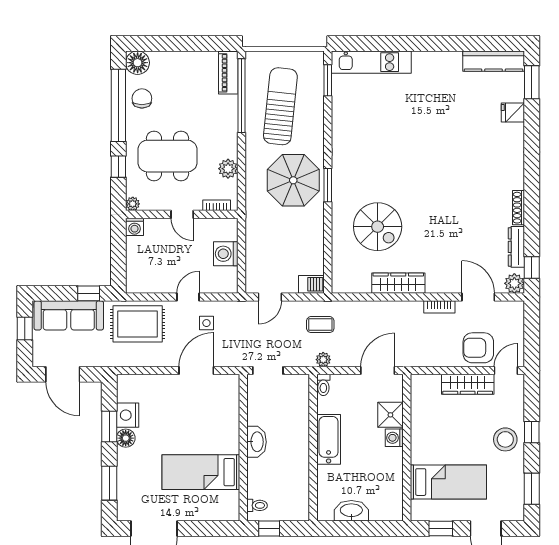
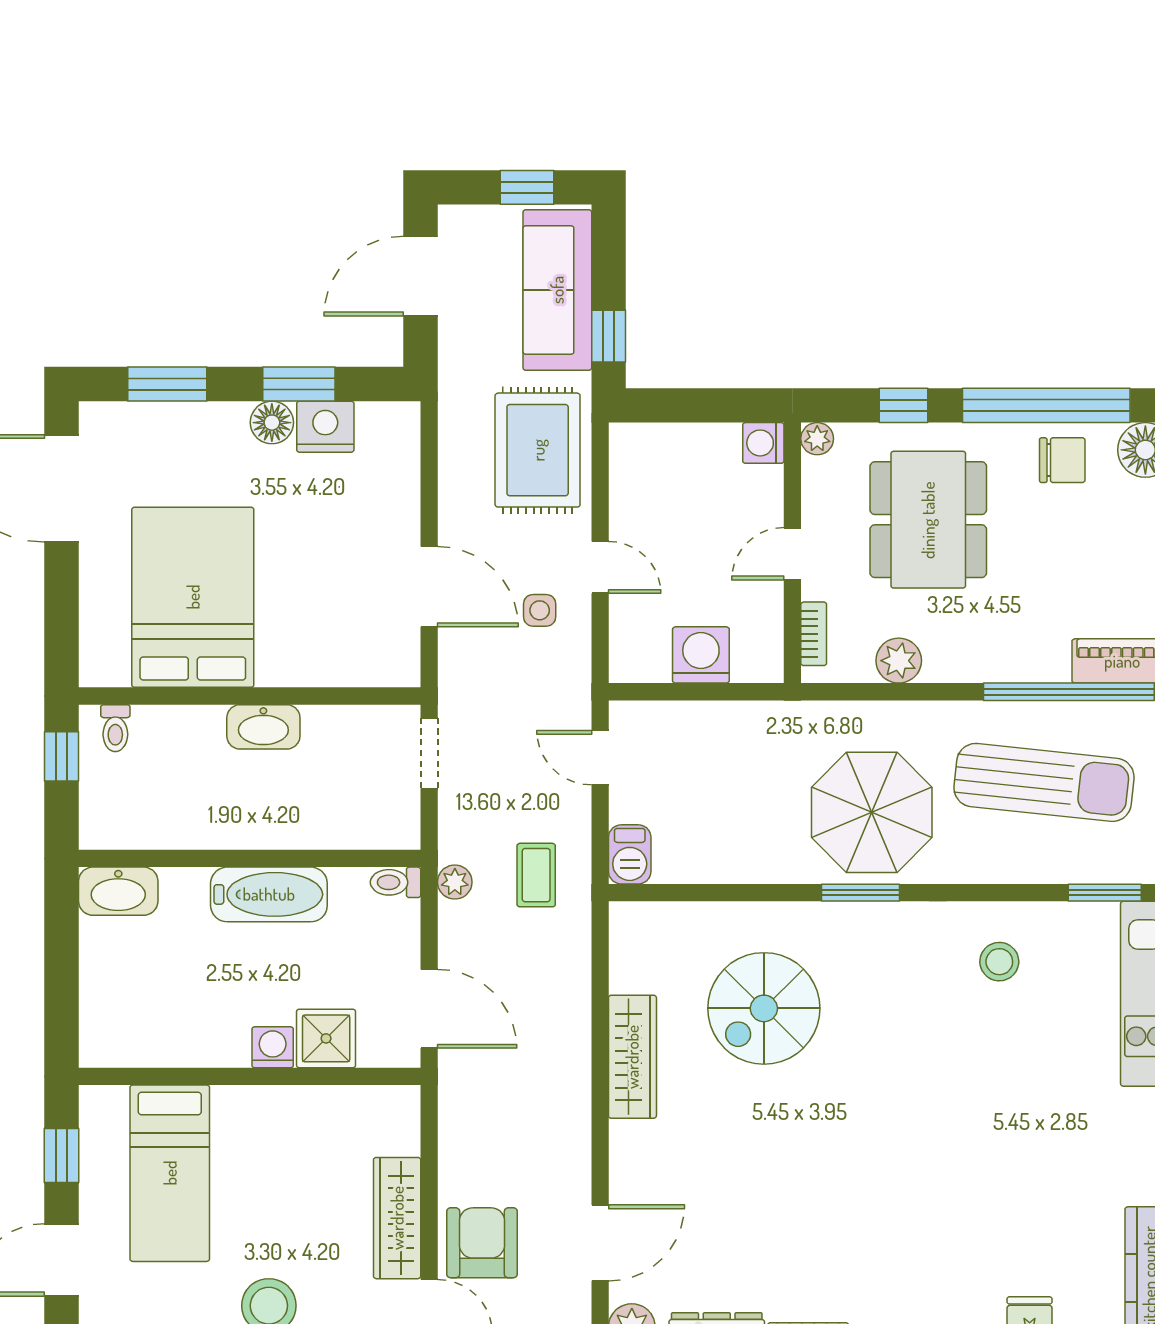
stool: (357, 125) -> (999, 962), added
bookcase: (439, 307) -> (577, 1152), removed
bed: (201, 472) -> (193, 597), width x1.50
washbasin: (351, 511) -> (118, 891), moved, turned 90

